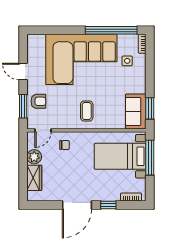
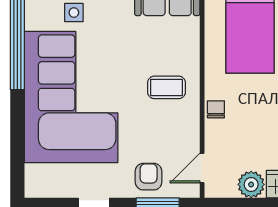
door: (43, 130) -> (202, 168), swing flipped
chair: (65, 145) -> (216, 109), moved

